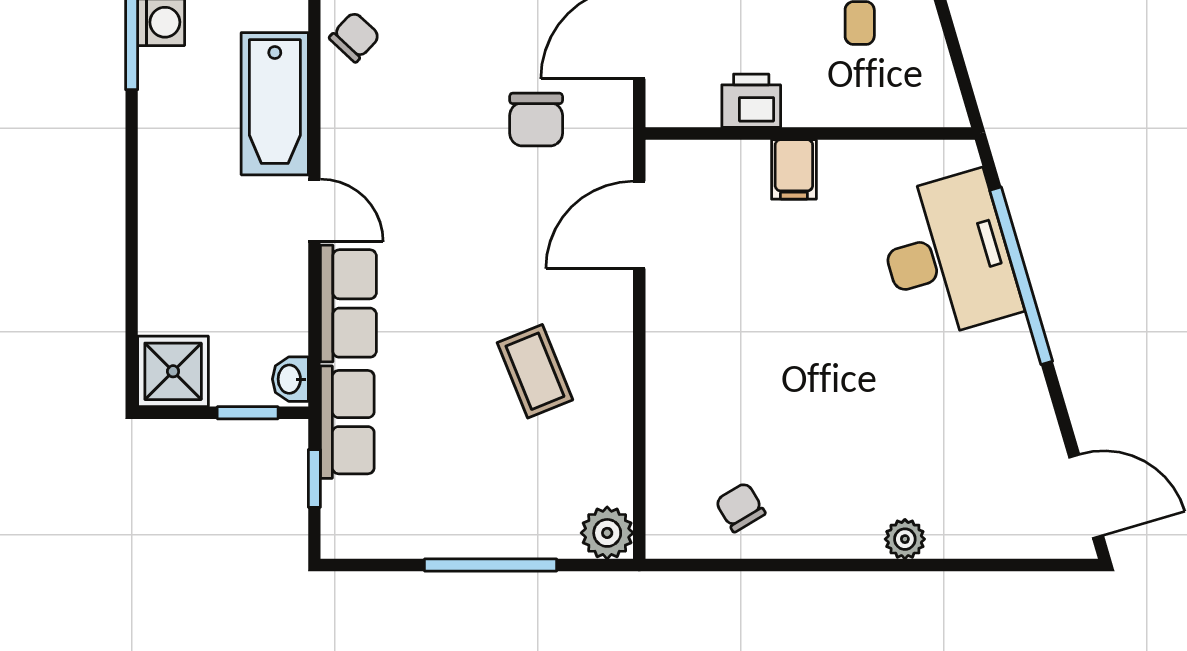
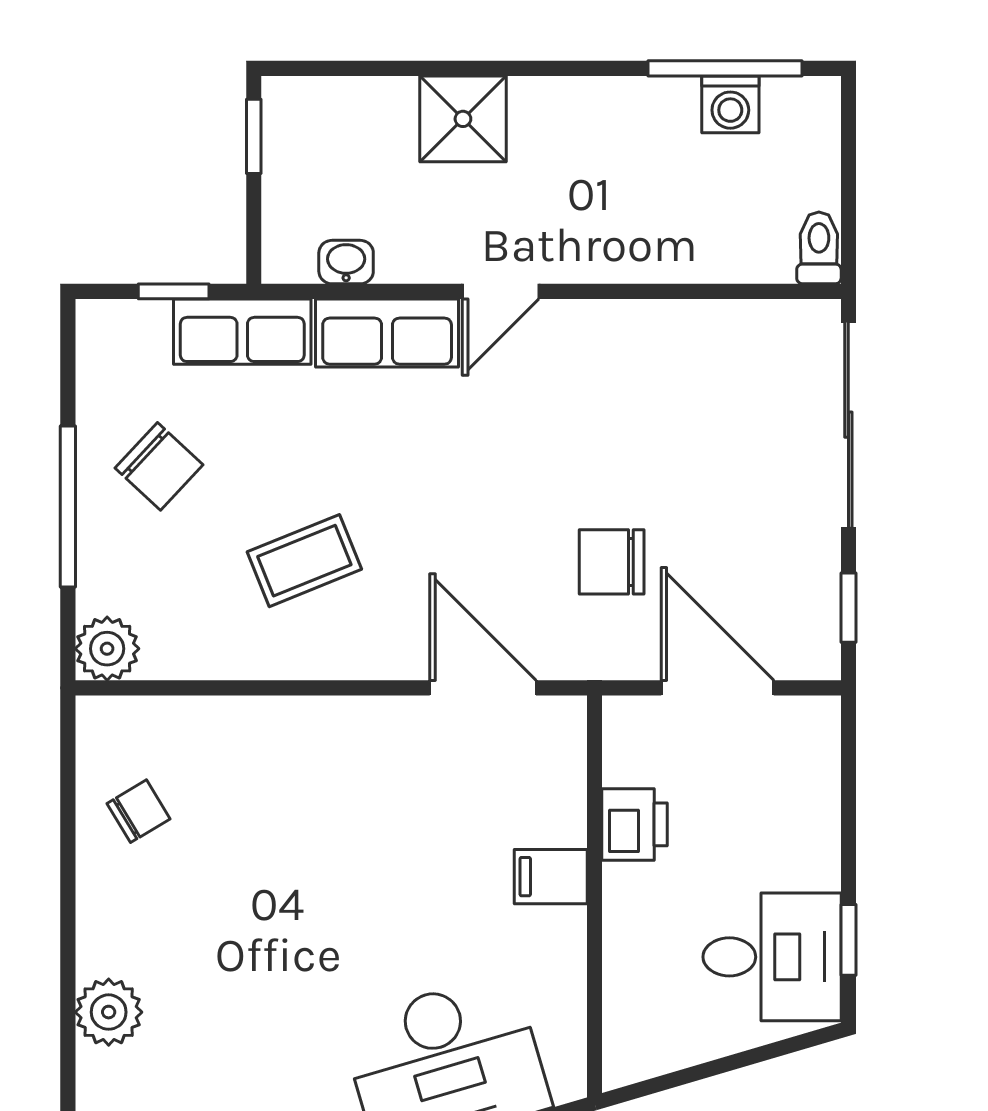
chair: (355, 37) -> (159, 466), moved, width x1.37, depth x1.37
bathtub: (275, 104) -> (631, 243), removed
shower: (173, 371) -> (463, 119), moved
washbasin: (290, 379) -> (346, 262), moved
window: (248, 413) -> (254, 136), moved
plant: (905, 539) -> (109, 1012), width x1.38, depth x1.38

